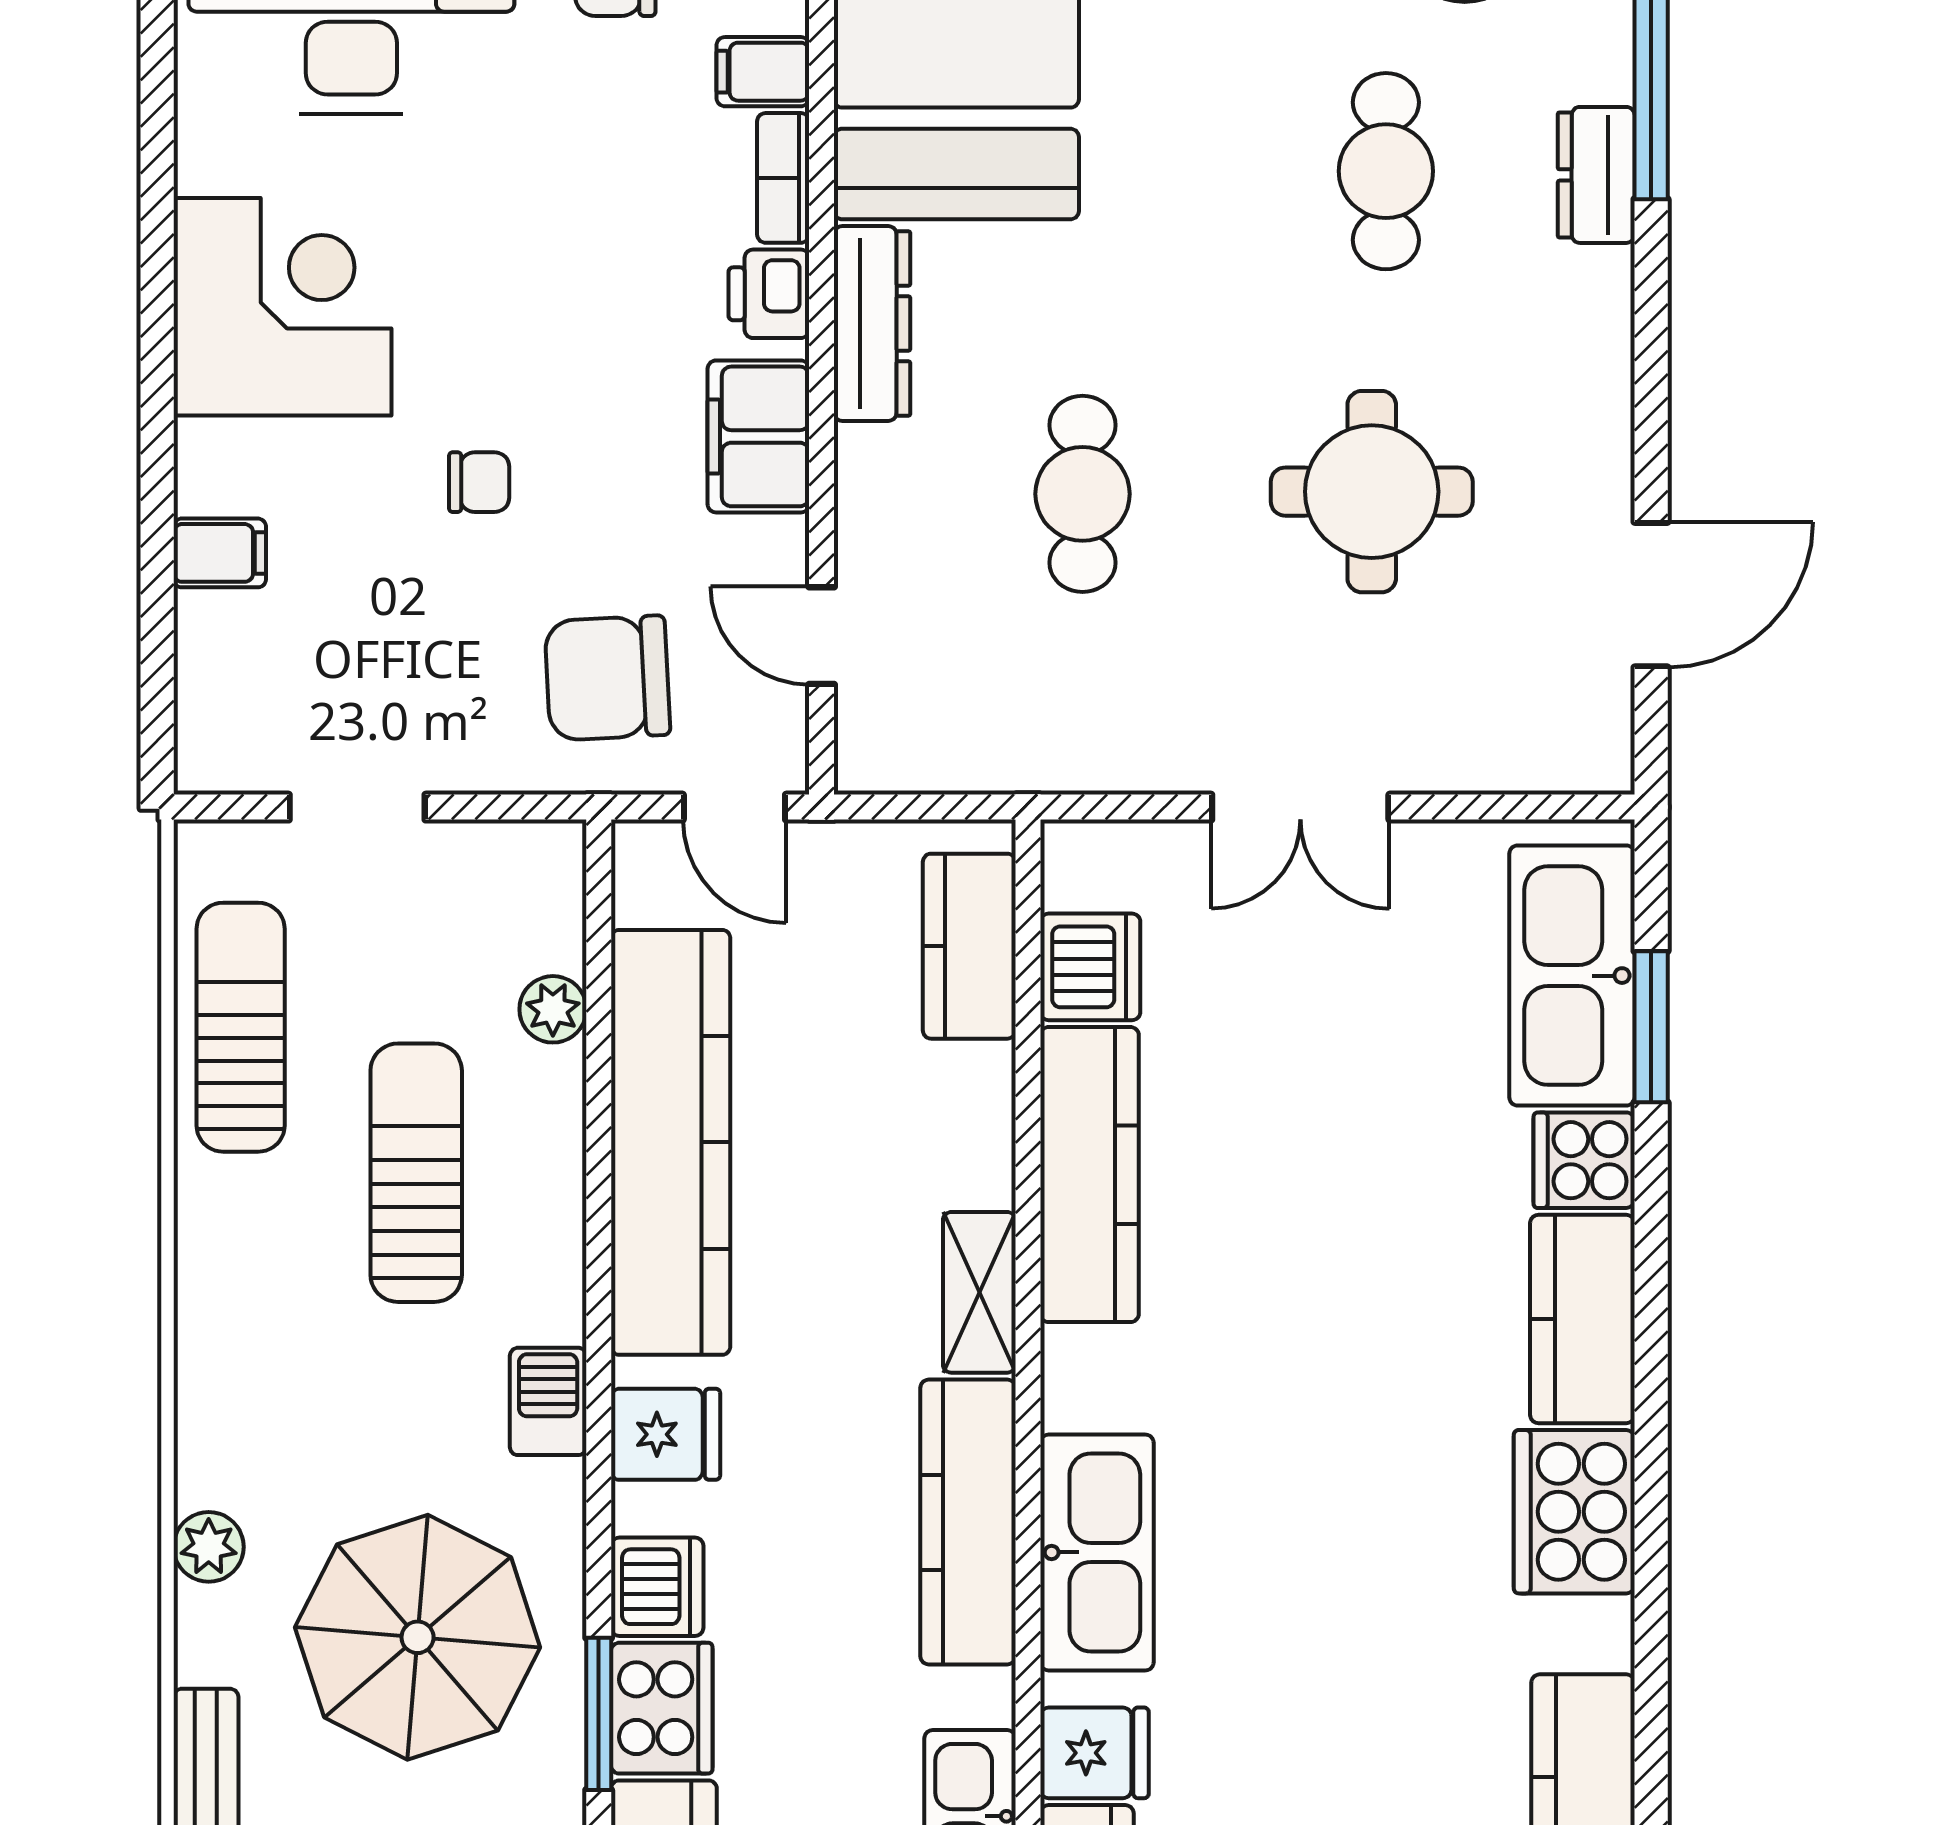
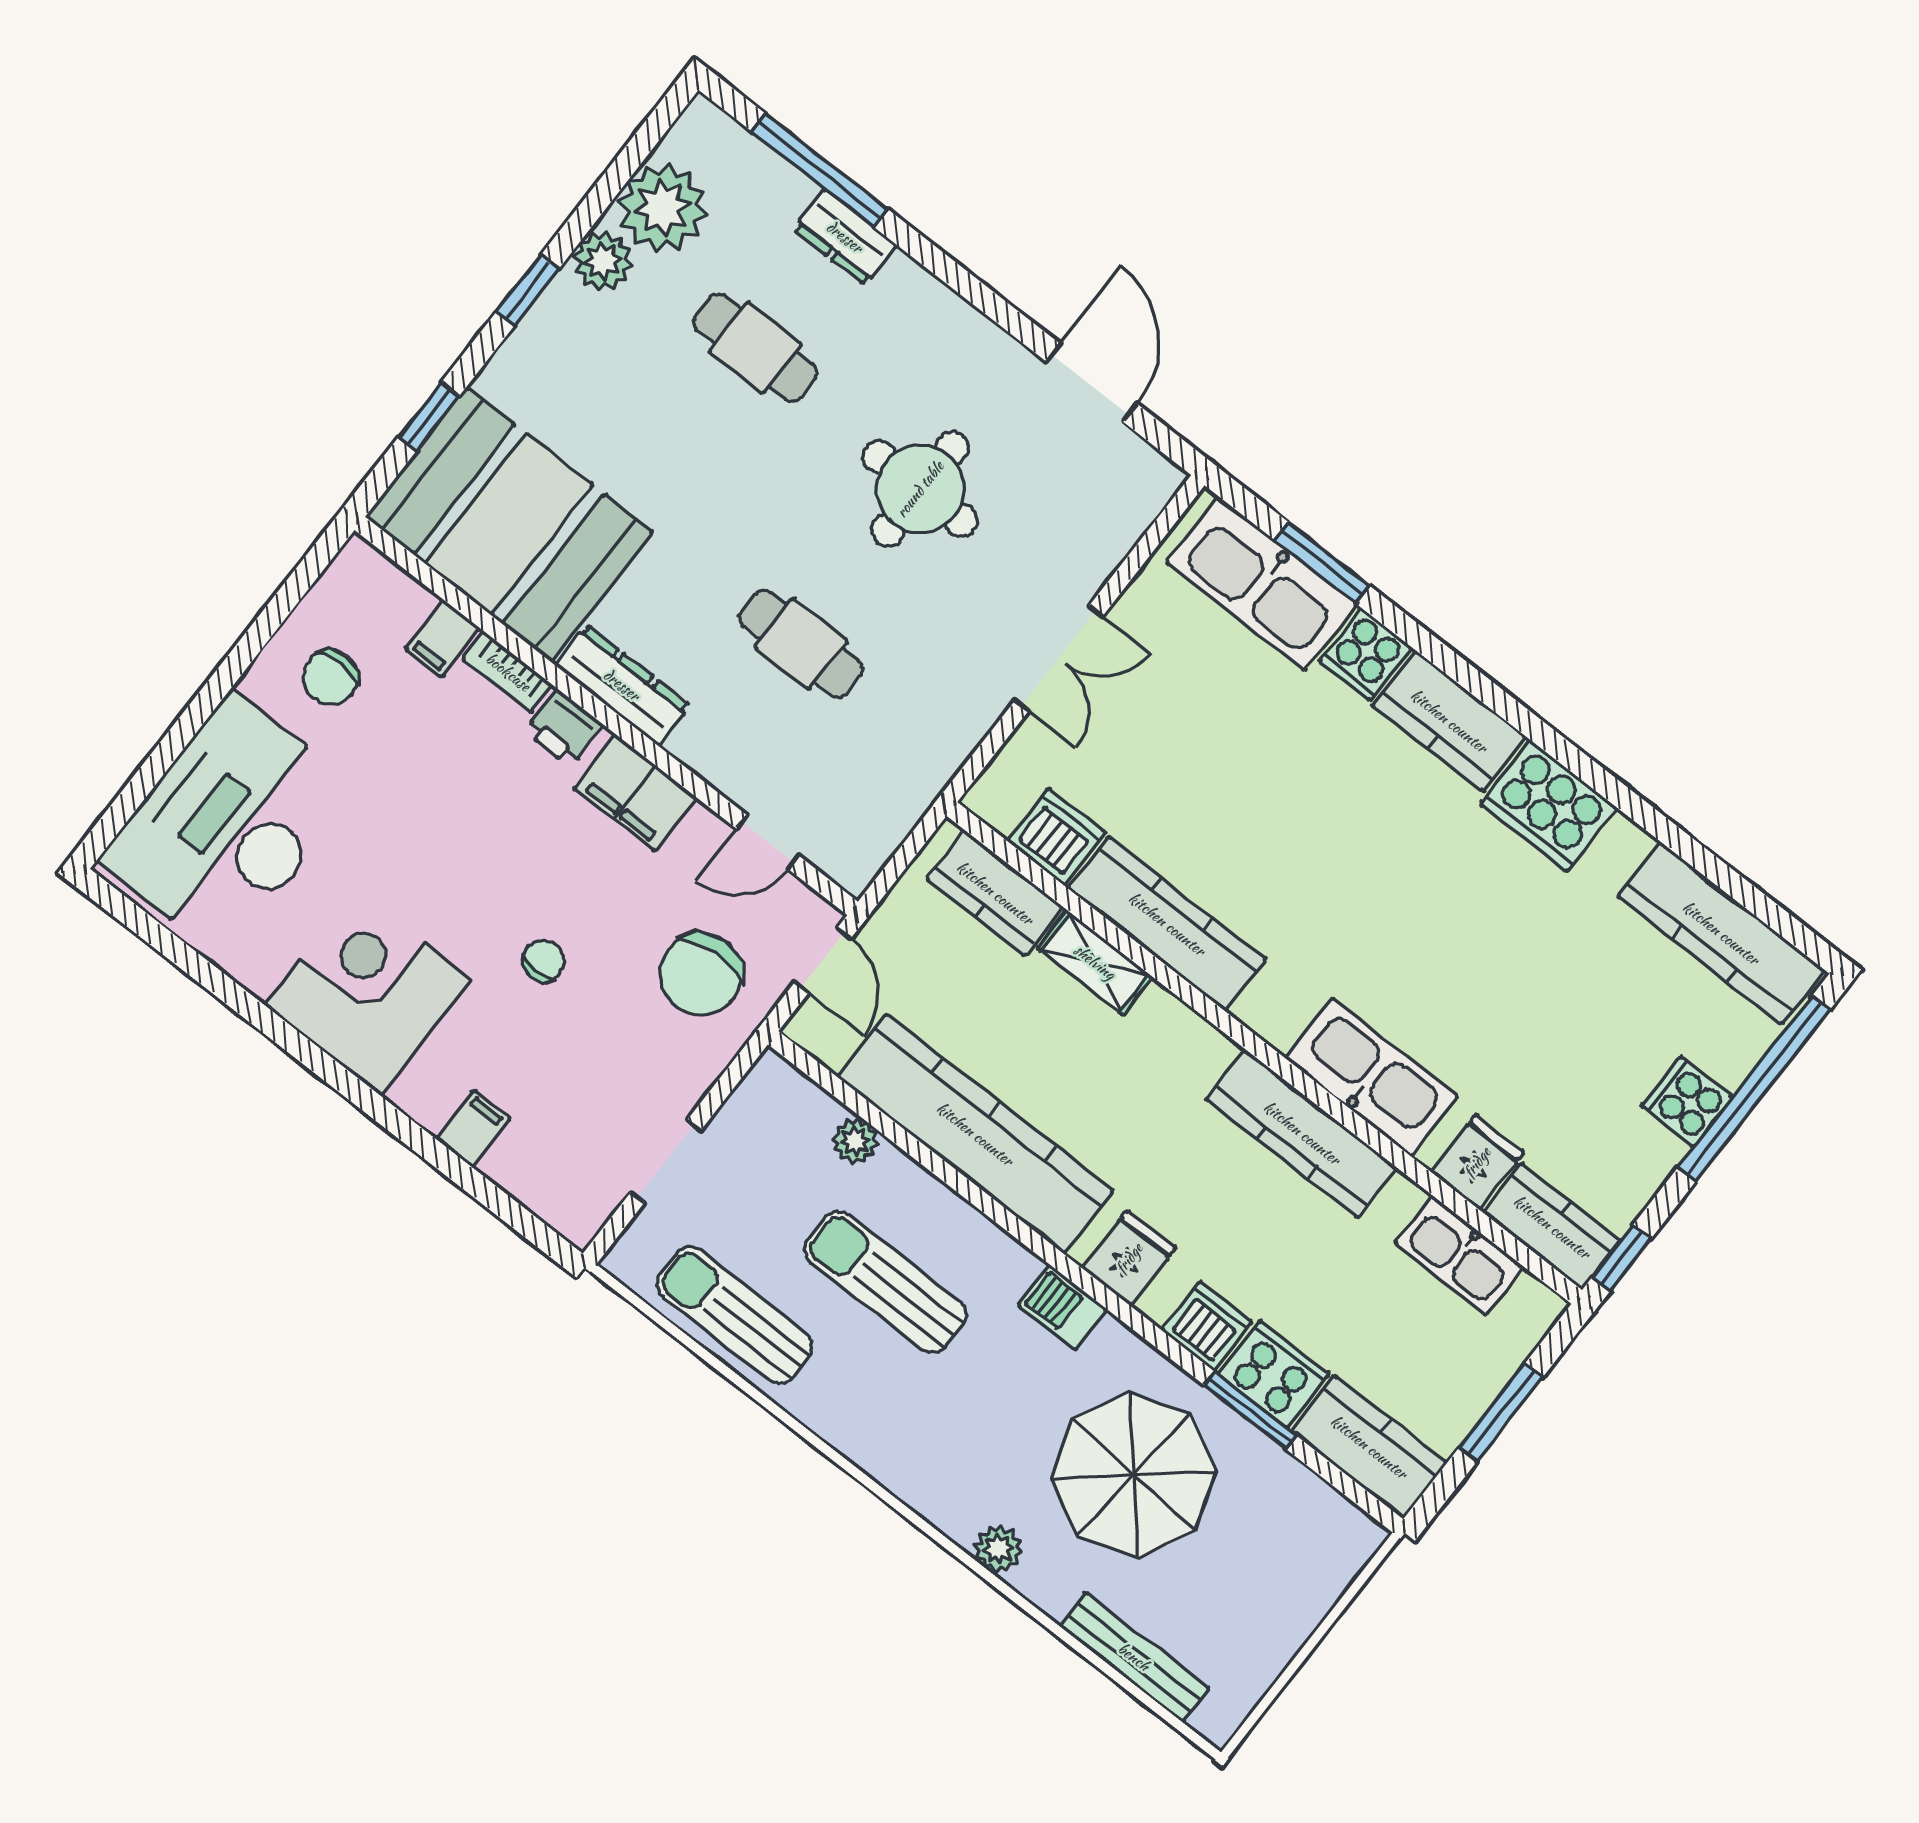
door: (734, 807) -> (823, 960), hinge flipped
shelving: (979, 1292) -> (1095, 962), moved

